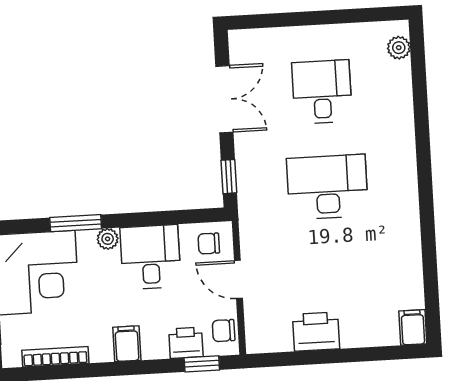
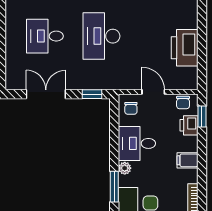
door: (238, 279) -> (153, 92), swing flipped
printer: (316, 332) -> (185, 48), width x1.37, depth x1.19

